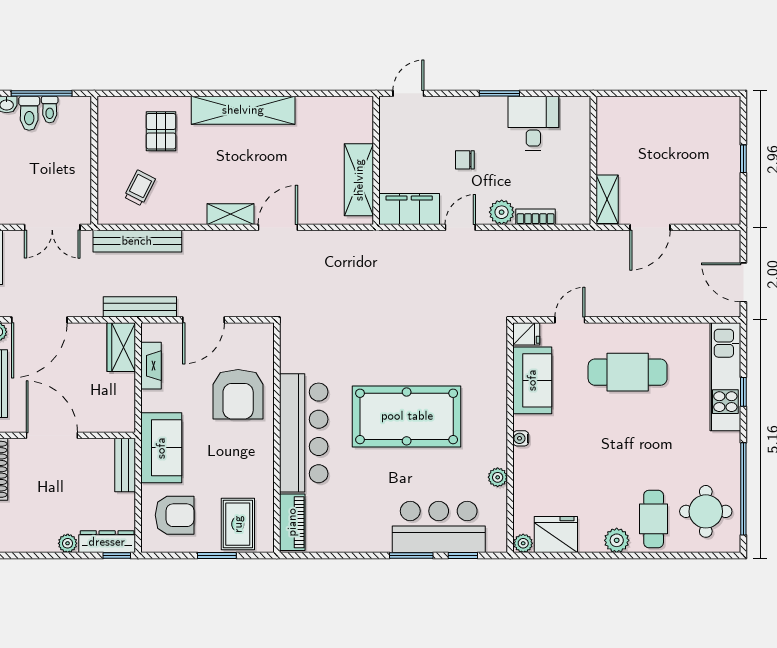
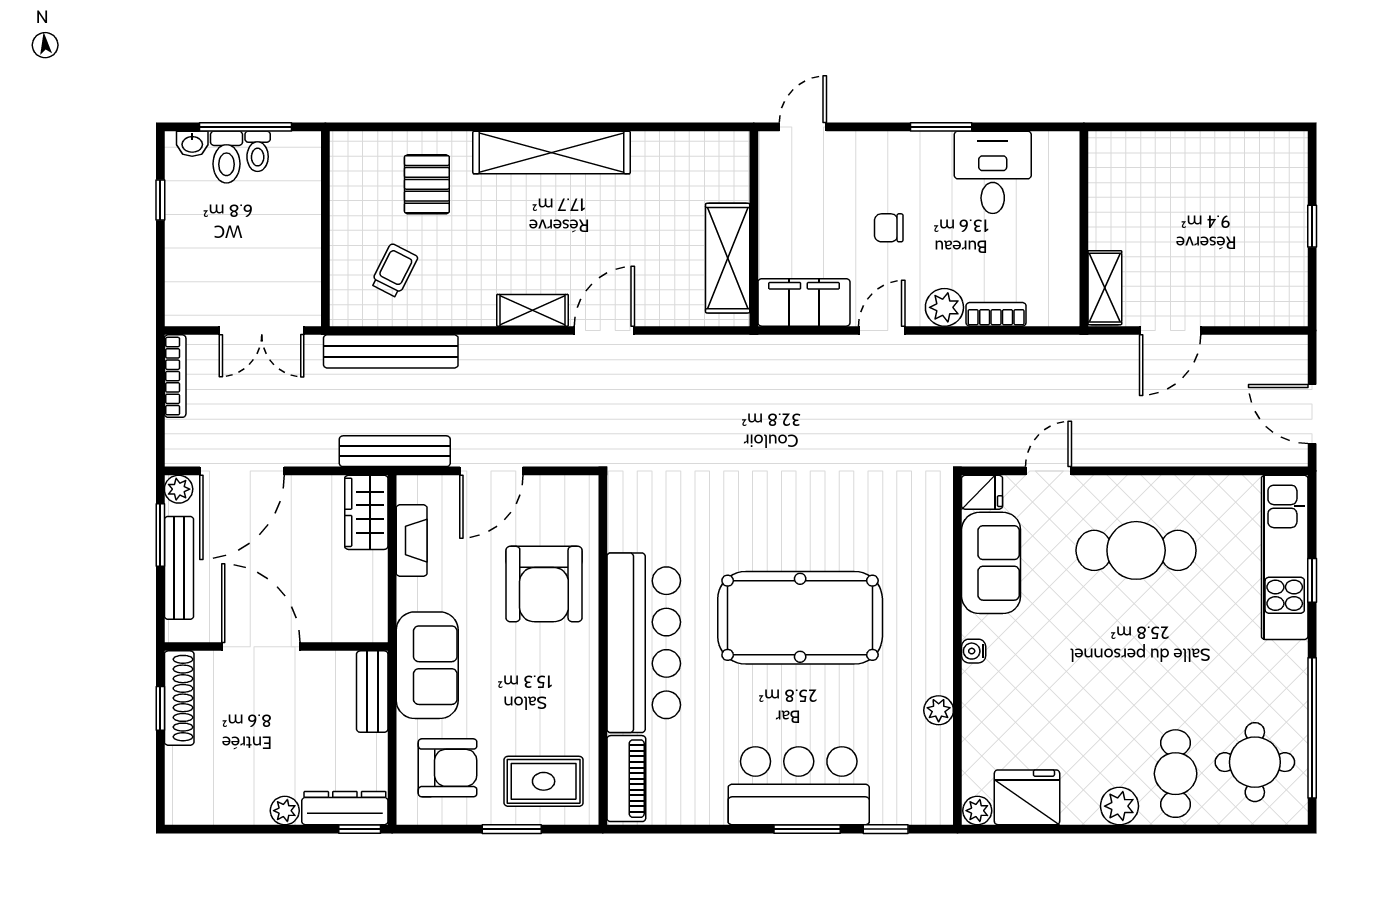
rug: (238, 524) -> (544, 781), turned 90
bar counter: (439, 527) -> (799, 786), moved

